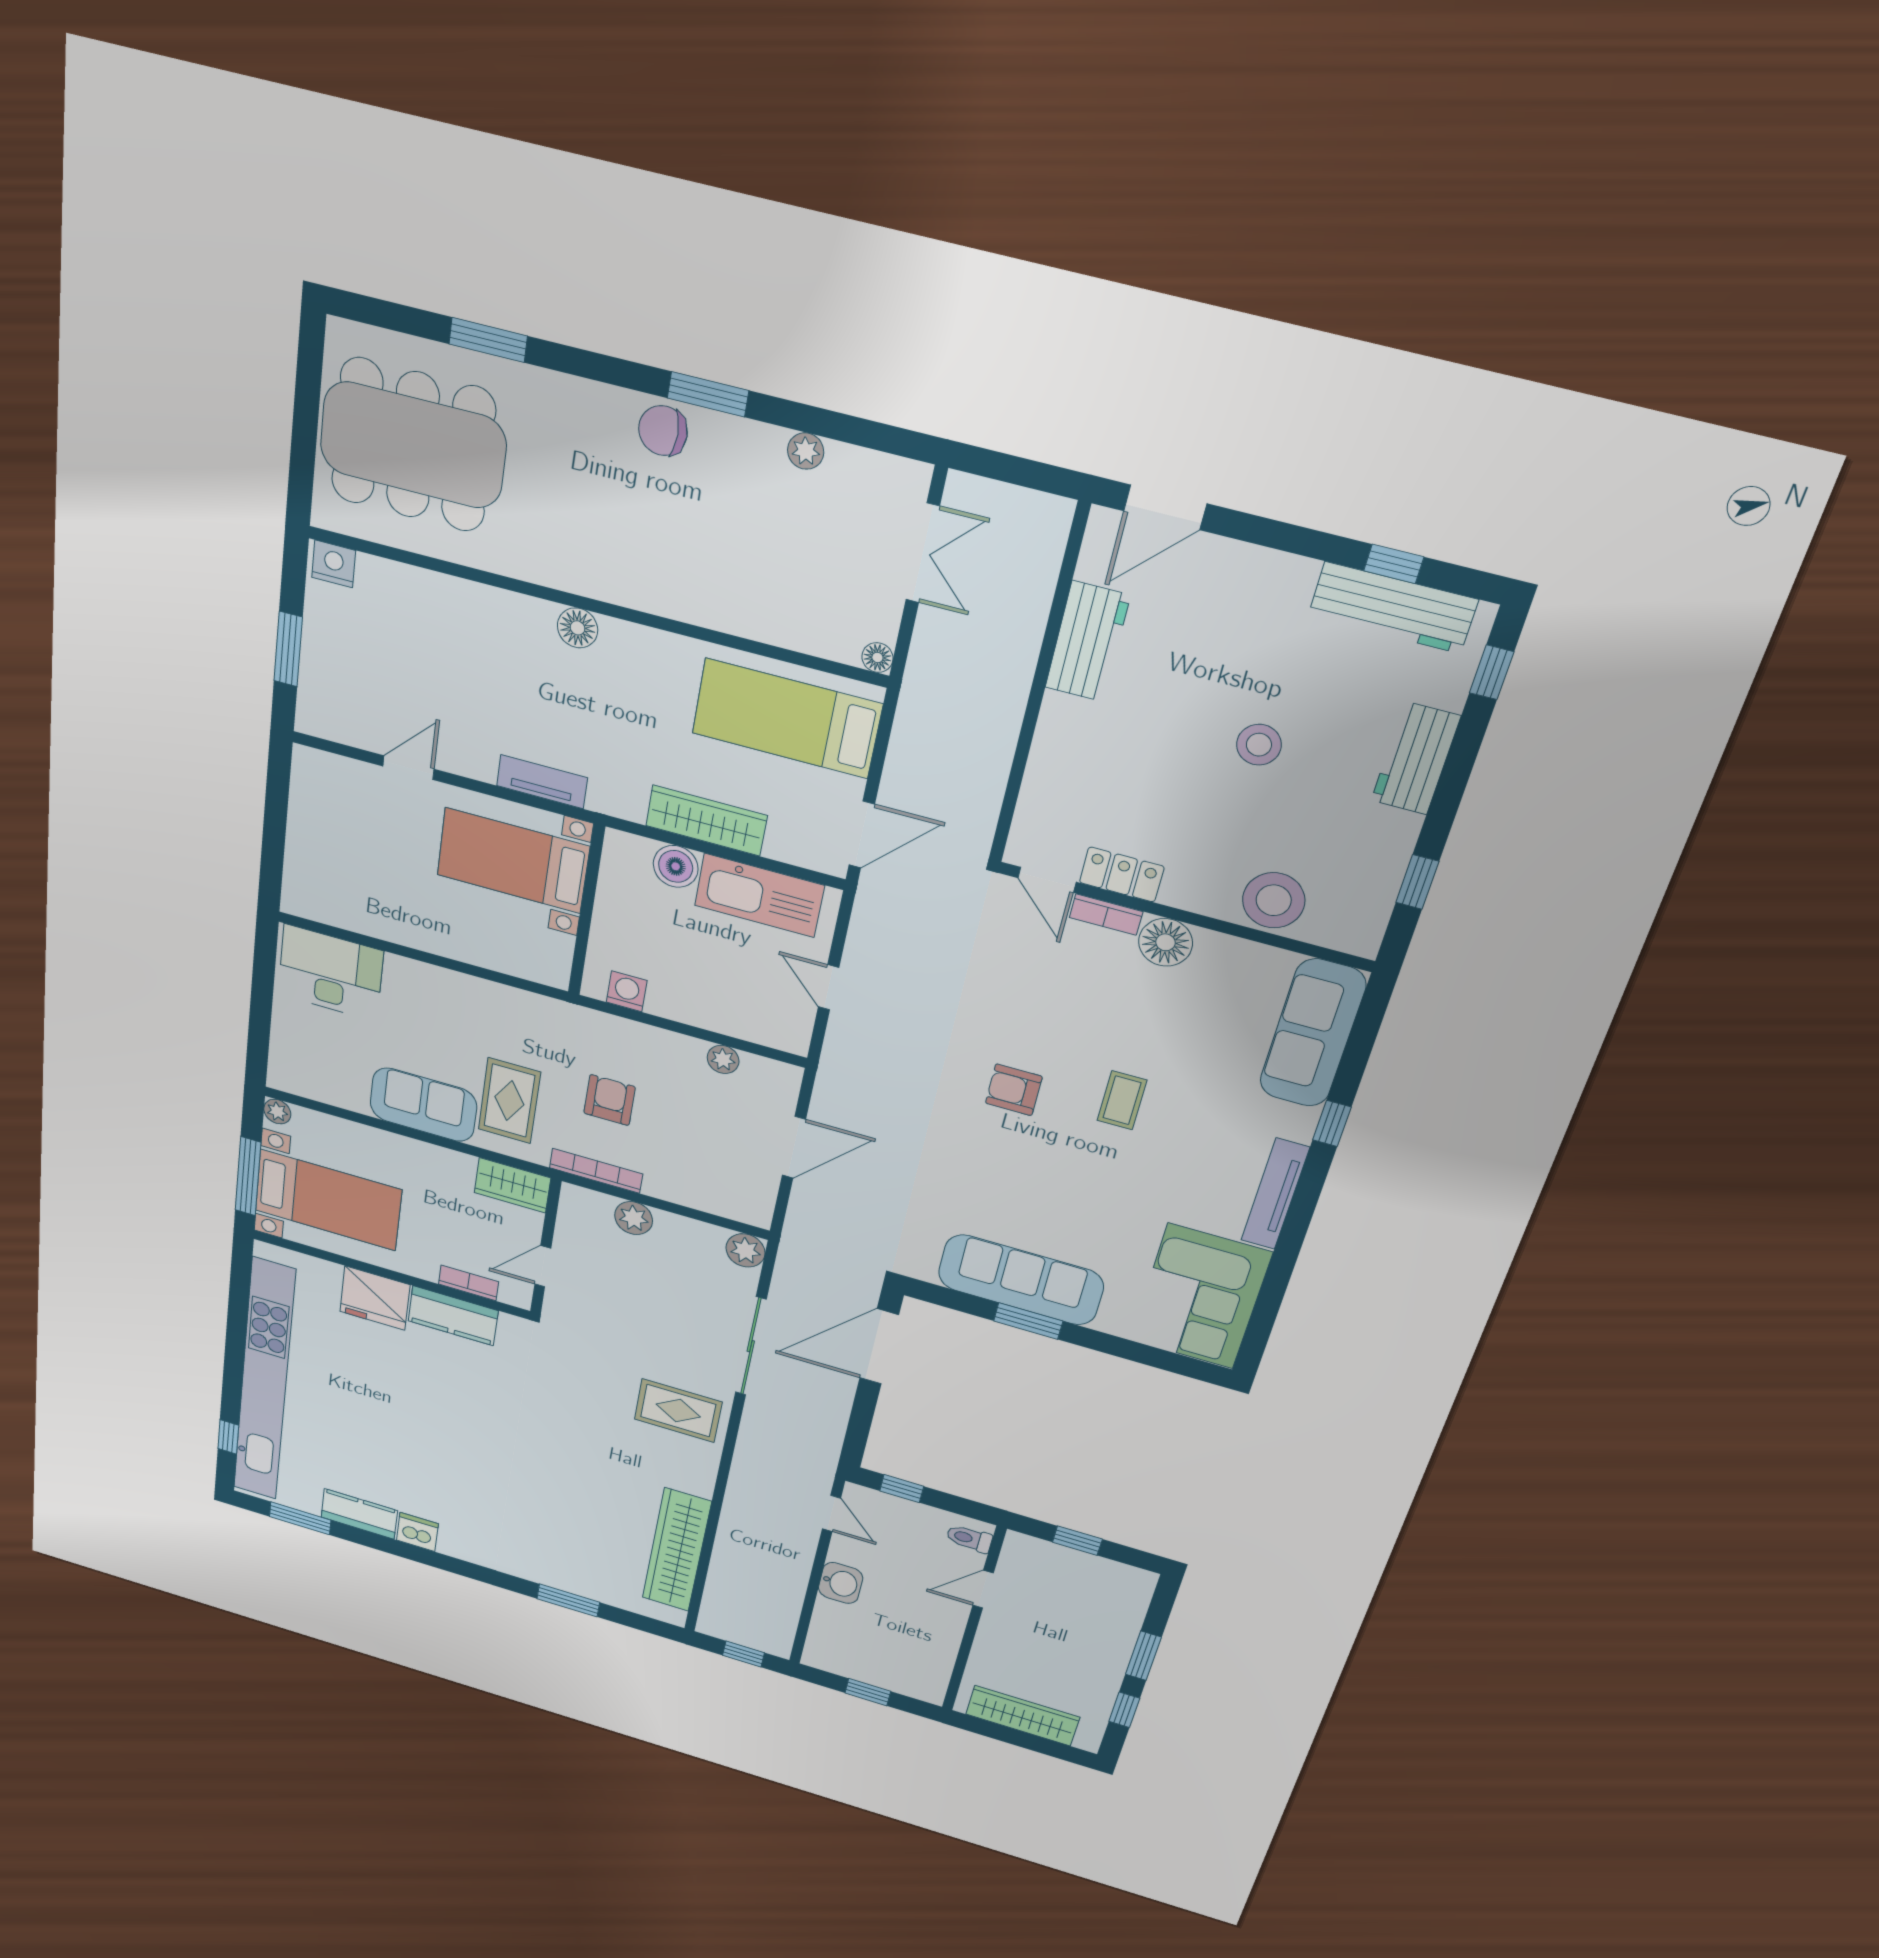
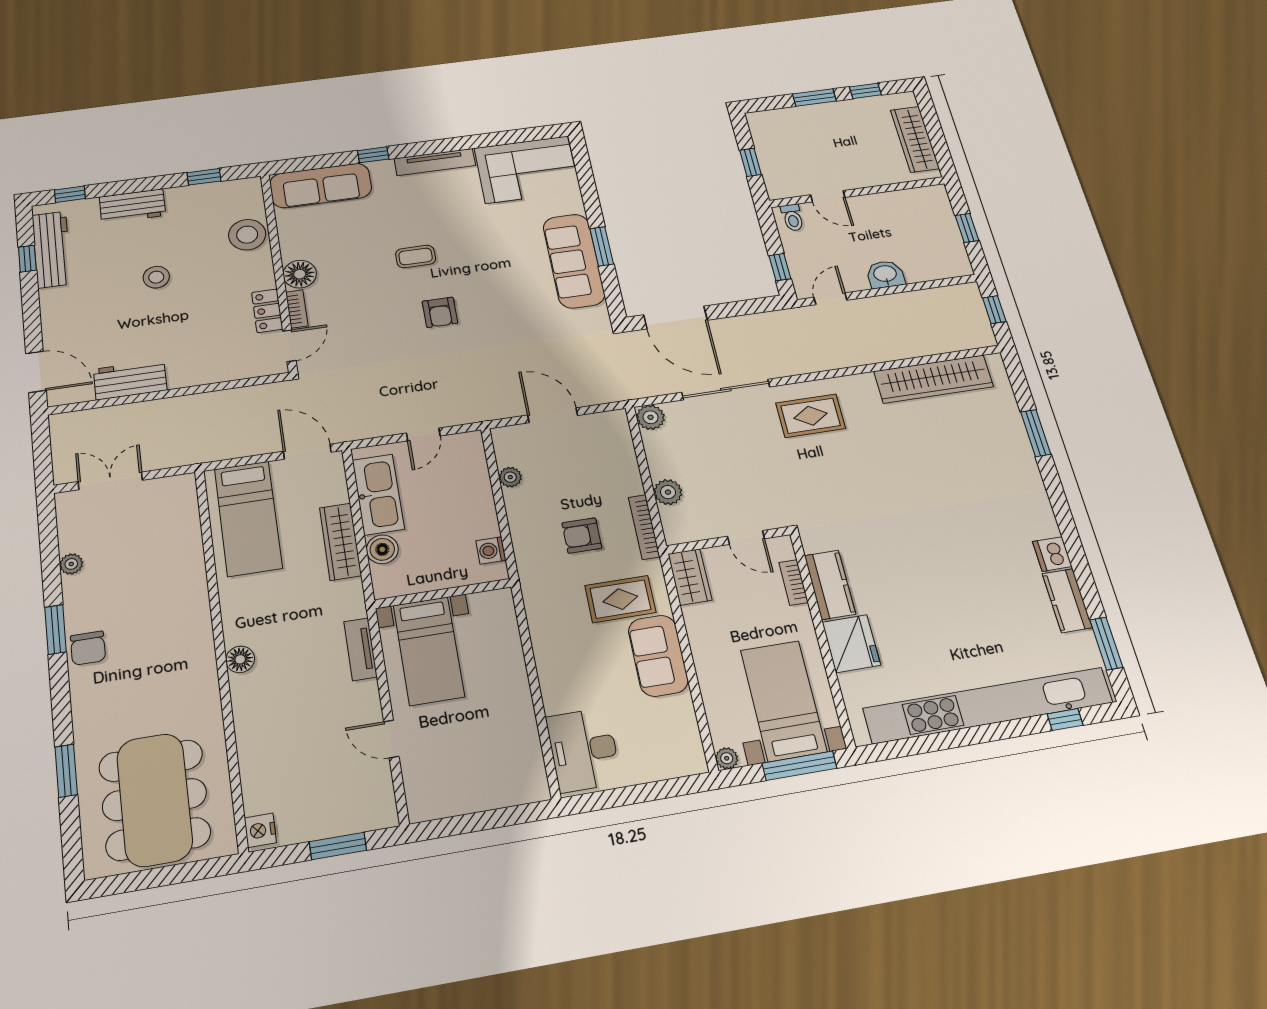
floor lamp: (877, 657) -> (186, 482), removed
rug: (678, 1411) -> (811, 416), turned 90

